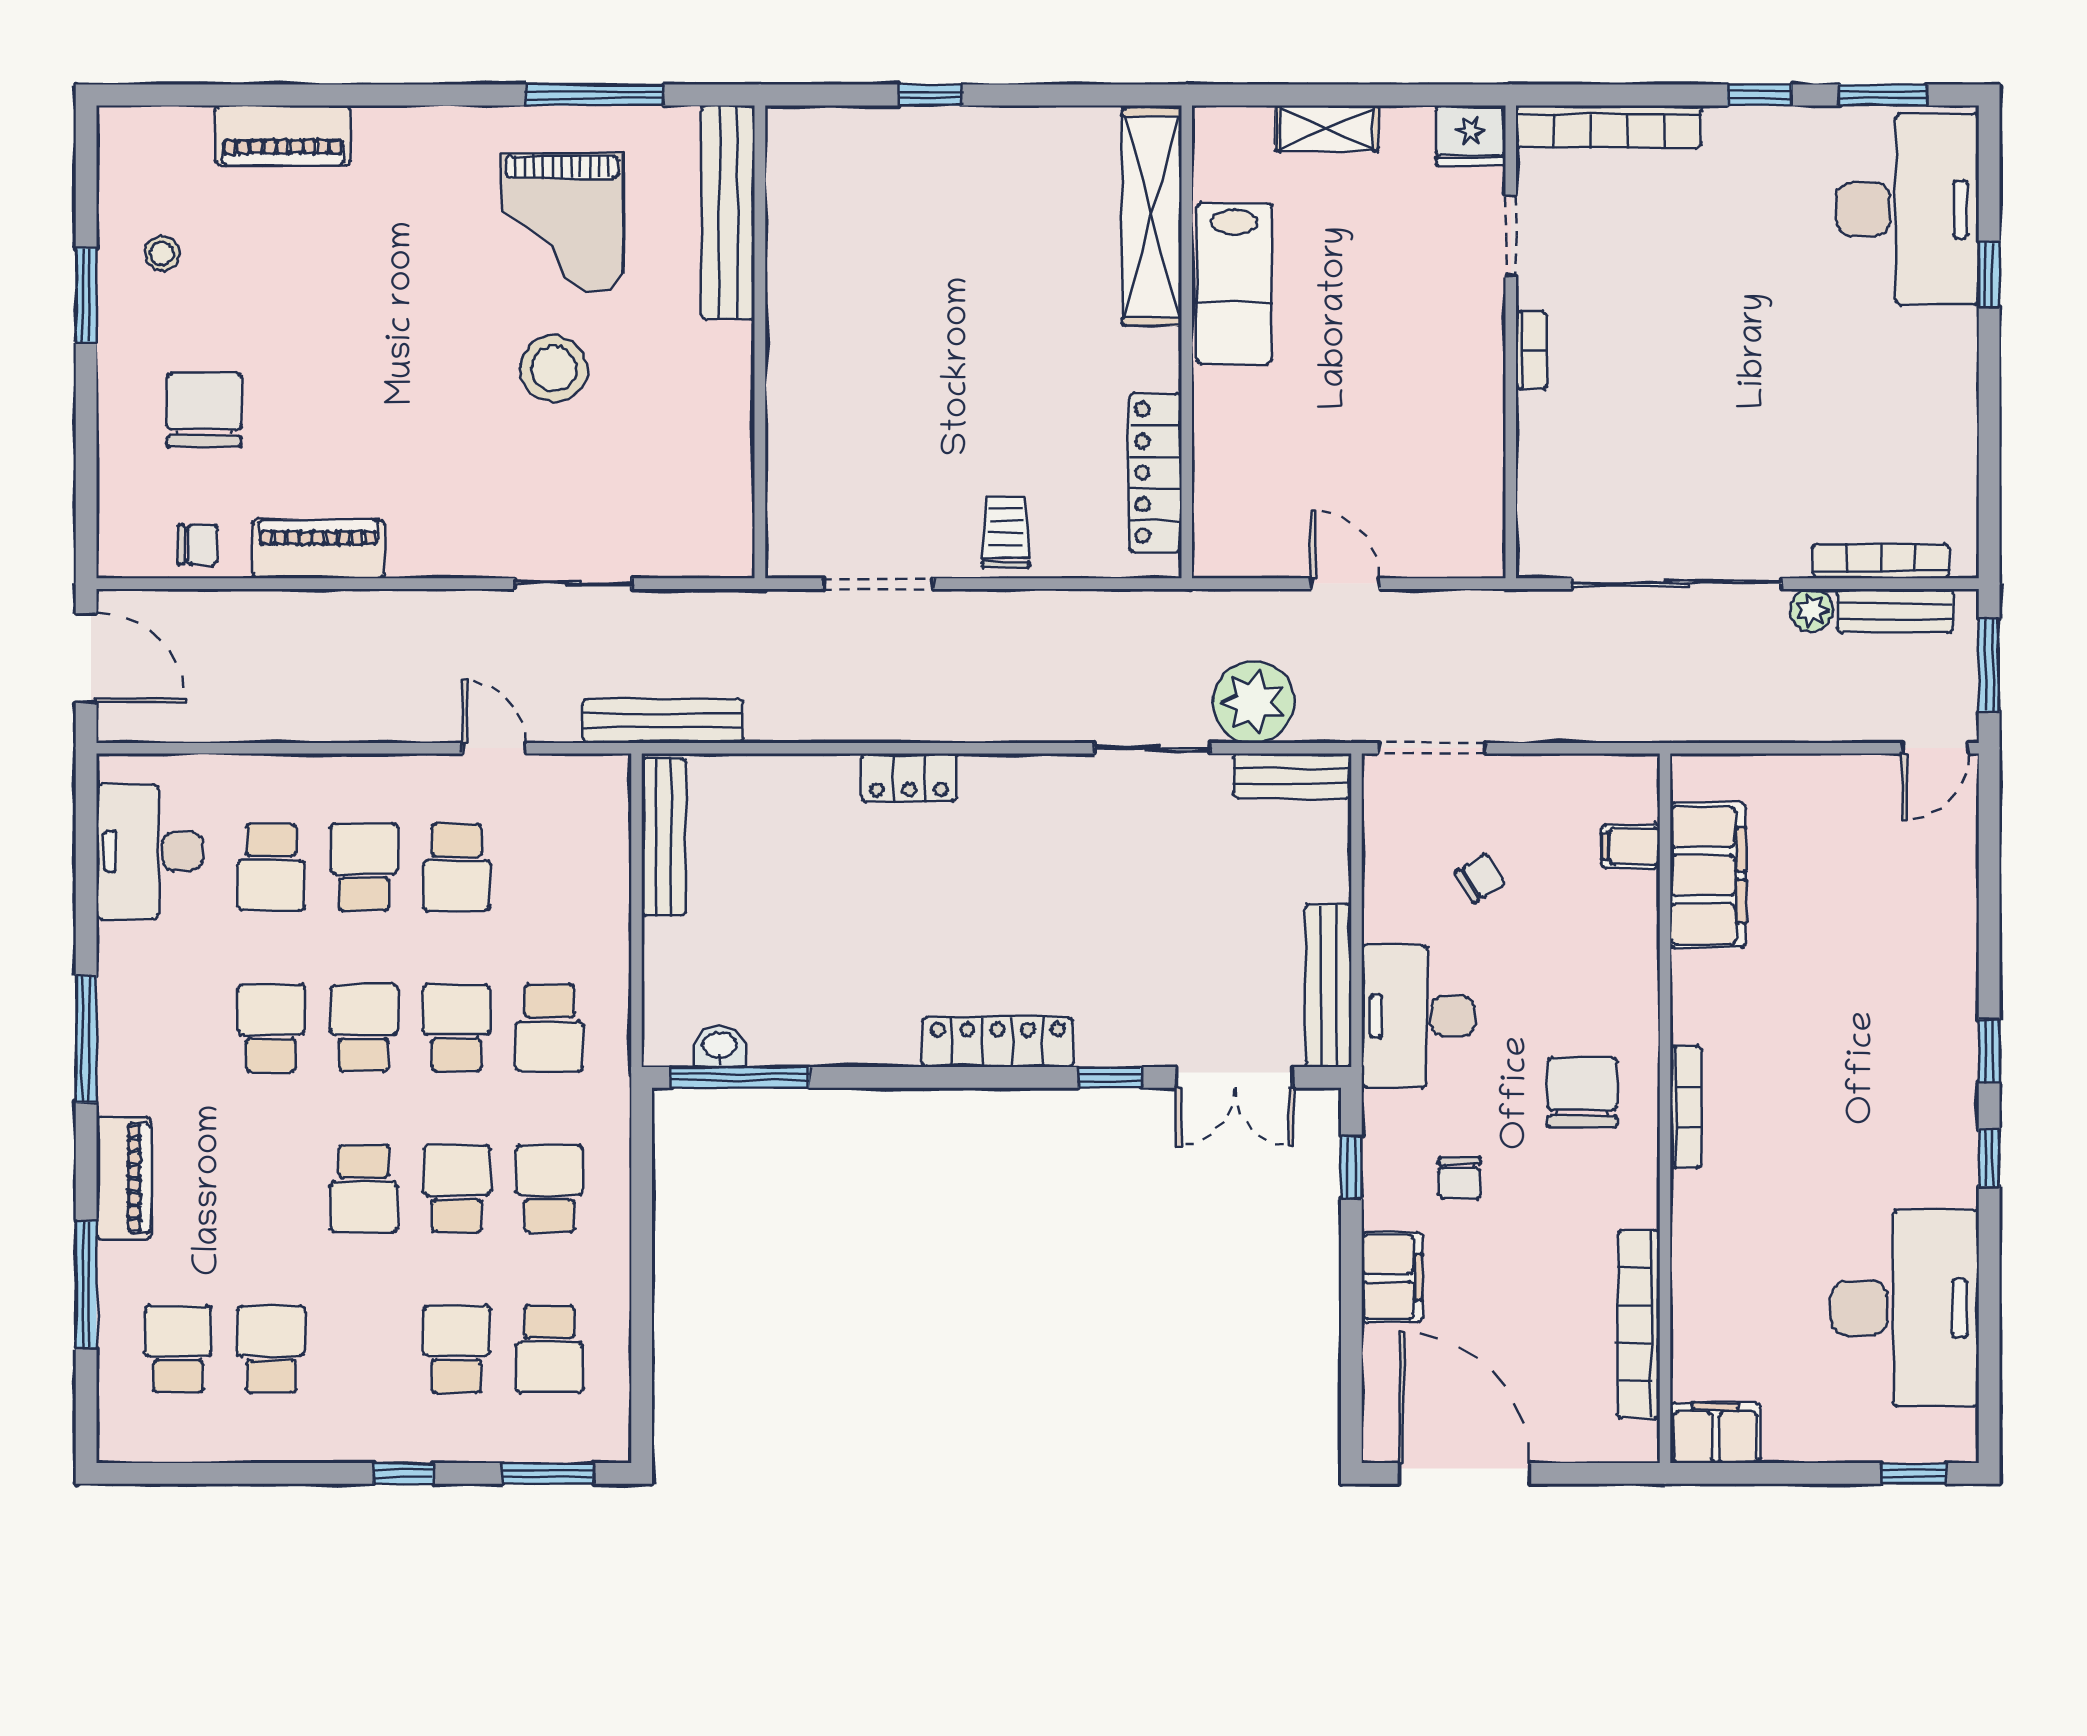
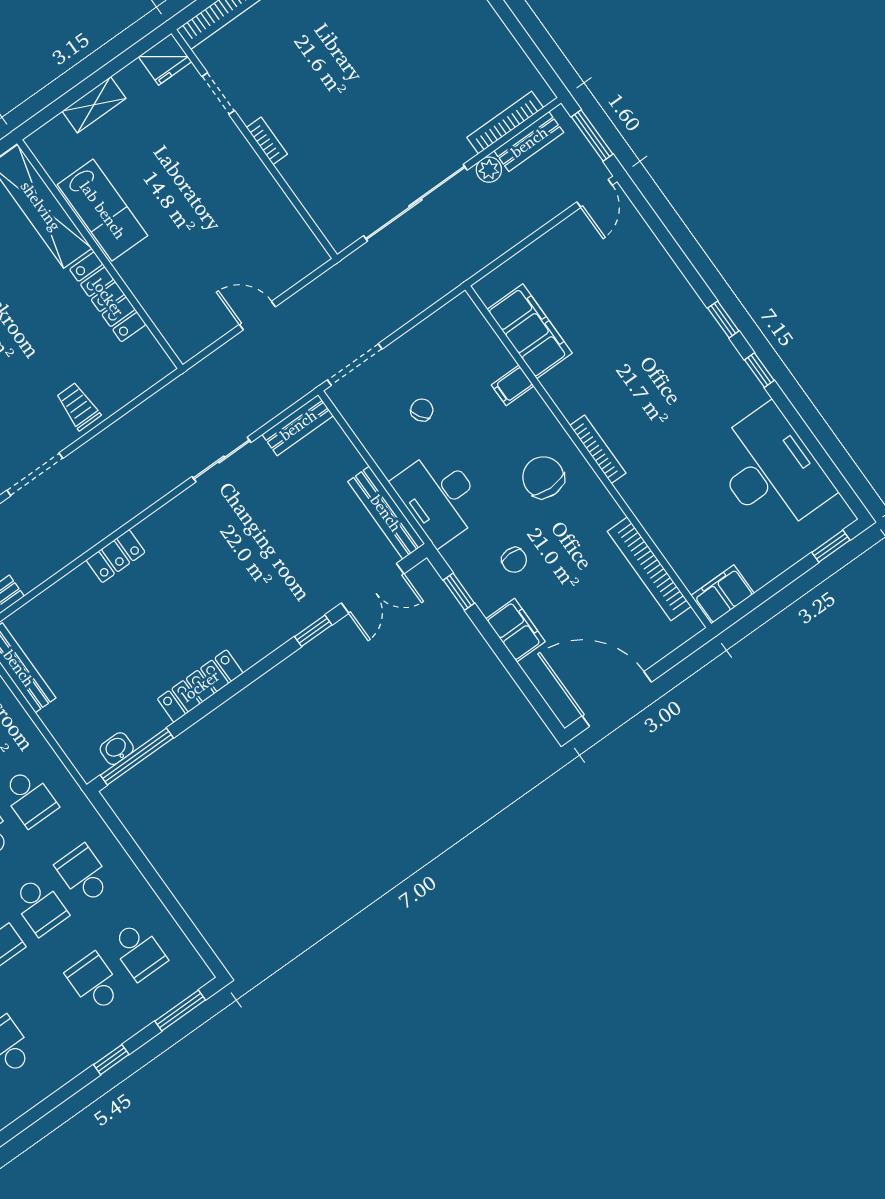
locker: (1155, 473) -> (108, 297), moved
plant: (1254, 702) -> (254, 403), removed
filing cabinet: (1631, 846) -> (513, 385), moved
locker: (998, 1042) -> (200, 686), moved
school desk: (457, 1189) -> (40, 906), turned 180

